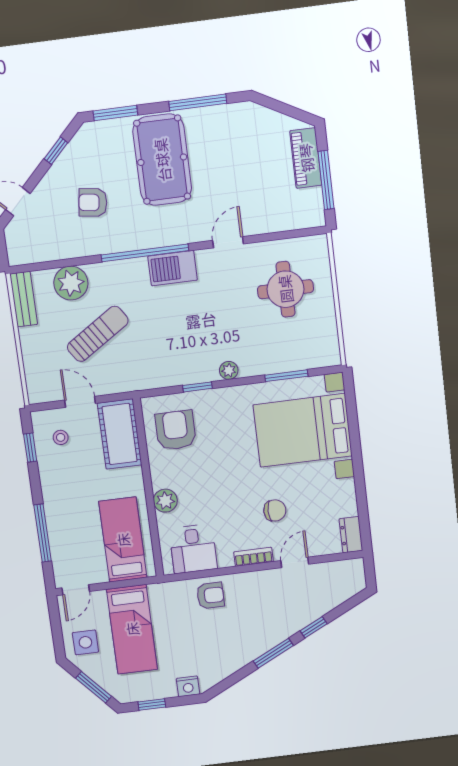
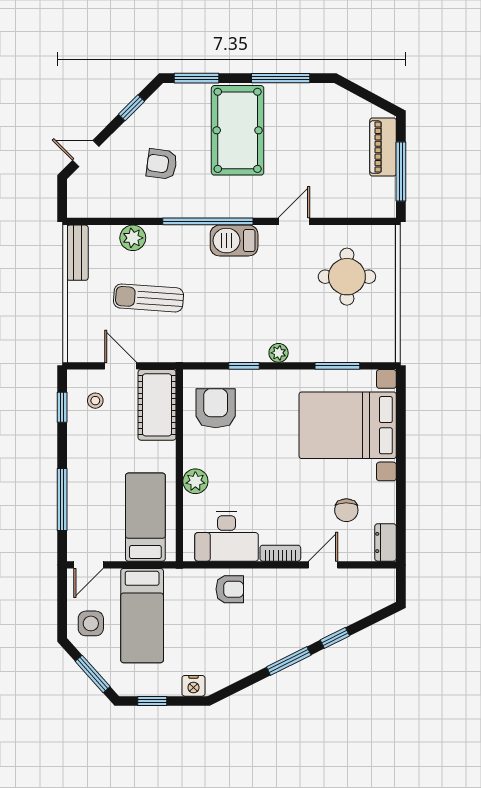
plant: (71, 283) -> (133, 238), width x0.73, depth x0.73
sun lounger: (98, 334) -> (148, 298), turned -143
chair: (275, 510) -> (346, 510), moved, turned 90
desk: (193, 549) -> (227, 536), width x1.37

